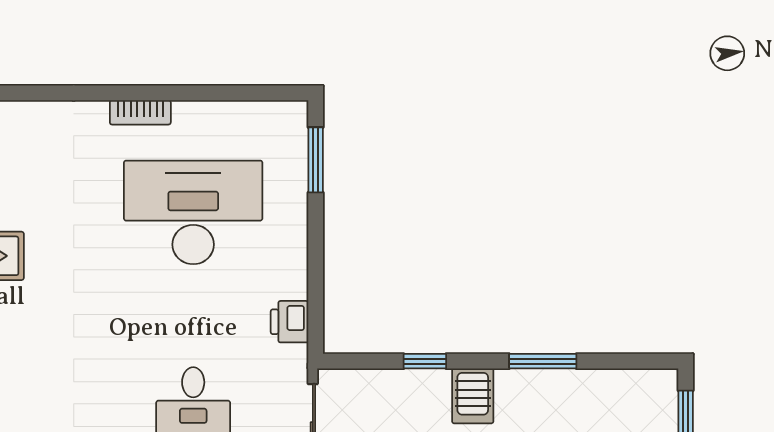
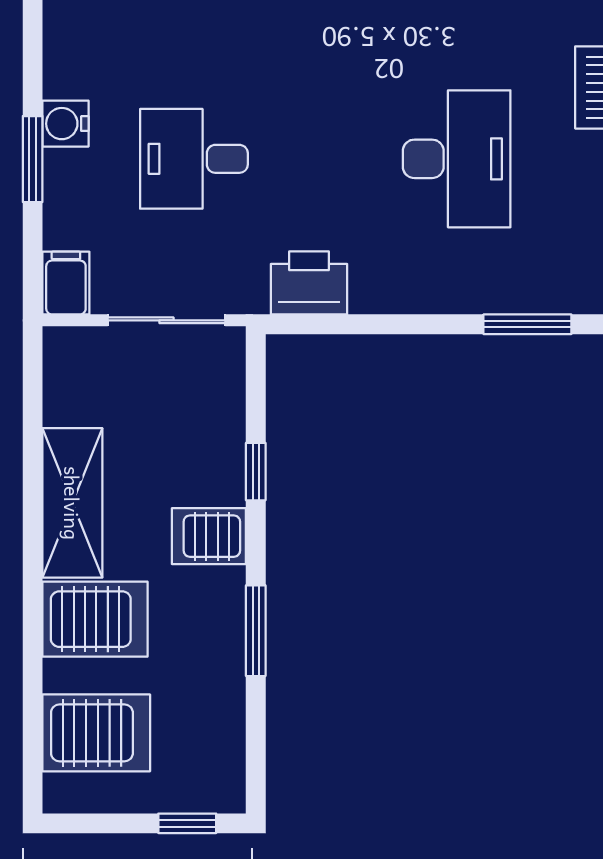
desk: (193, 212) -> (457, 159), width x0.73, depth x0.77
printer: (290, 322) -> (309, 283), width x1.36, depth x1.24

